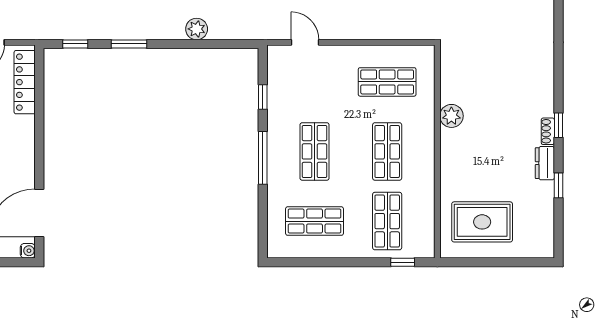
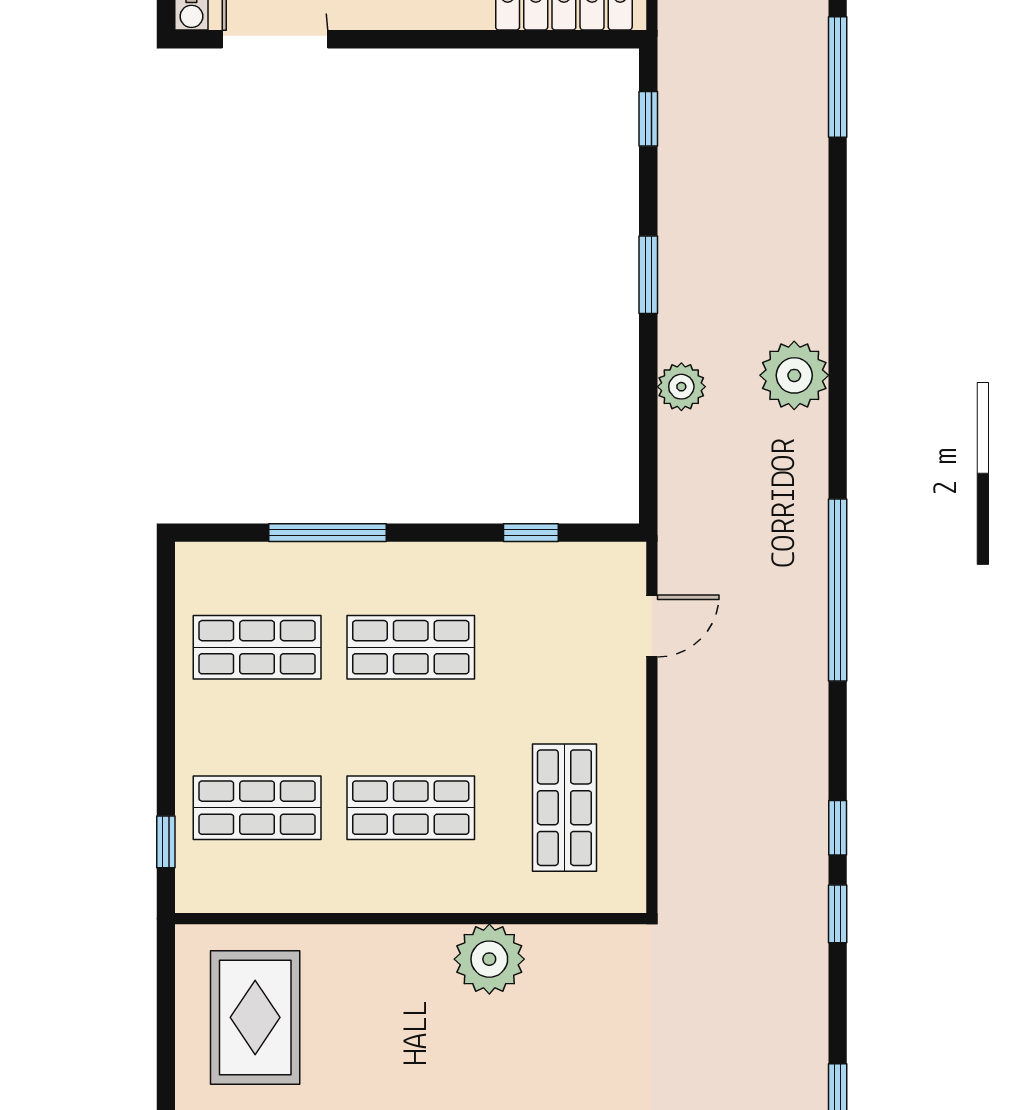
window: (129, 44) -> (648, 275), moved
plant: (451, 116) -> (489, 959), width x1.36, depth x1.36
window: (263, 158) -> (328, 533), moved
shop shelf: (315, 221) -> (257, 647), turned 90

